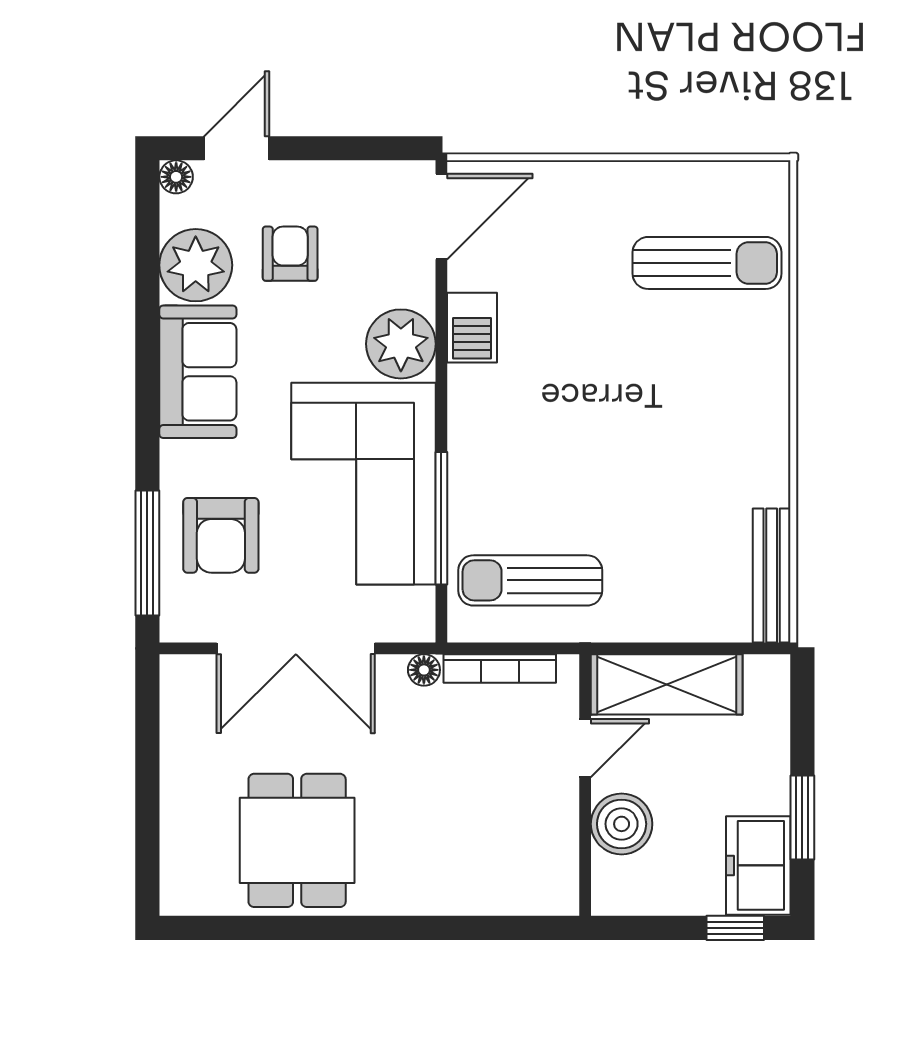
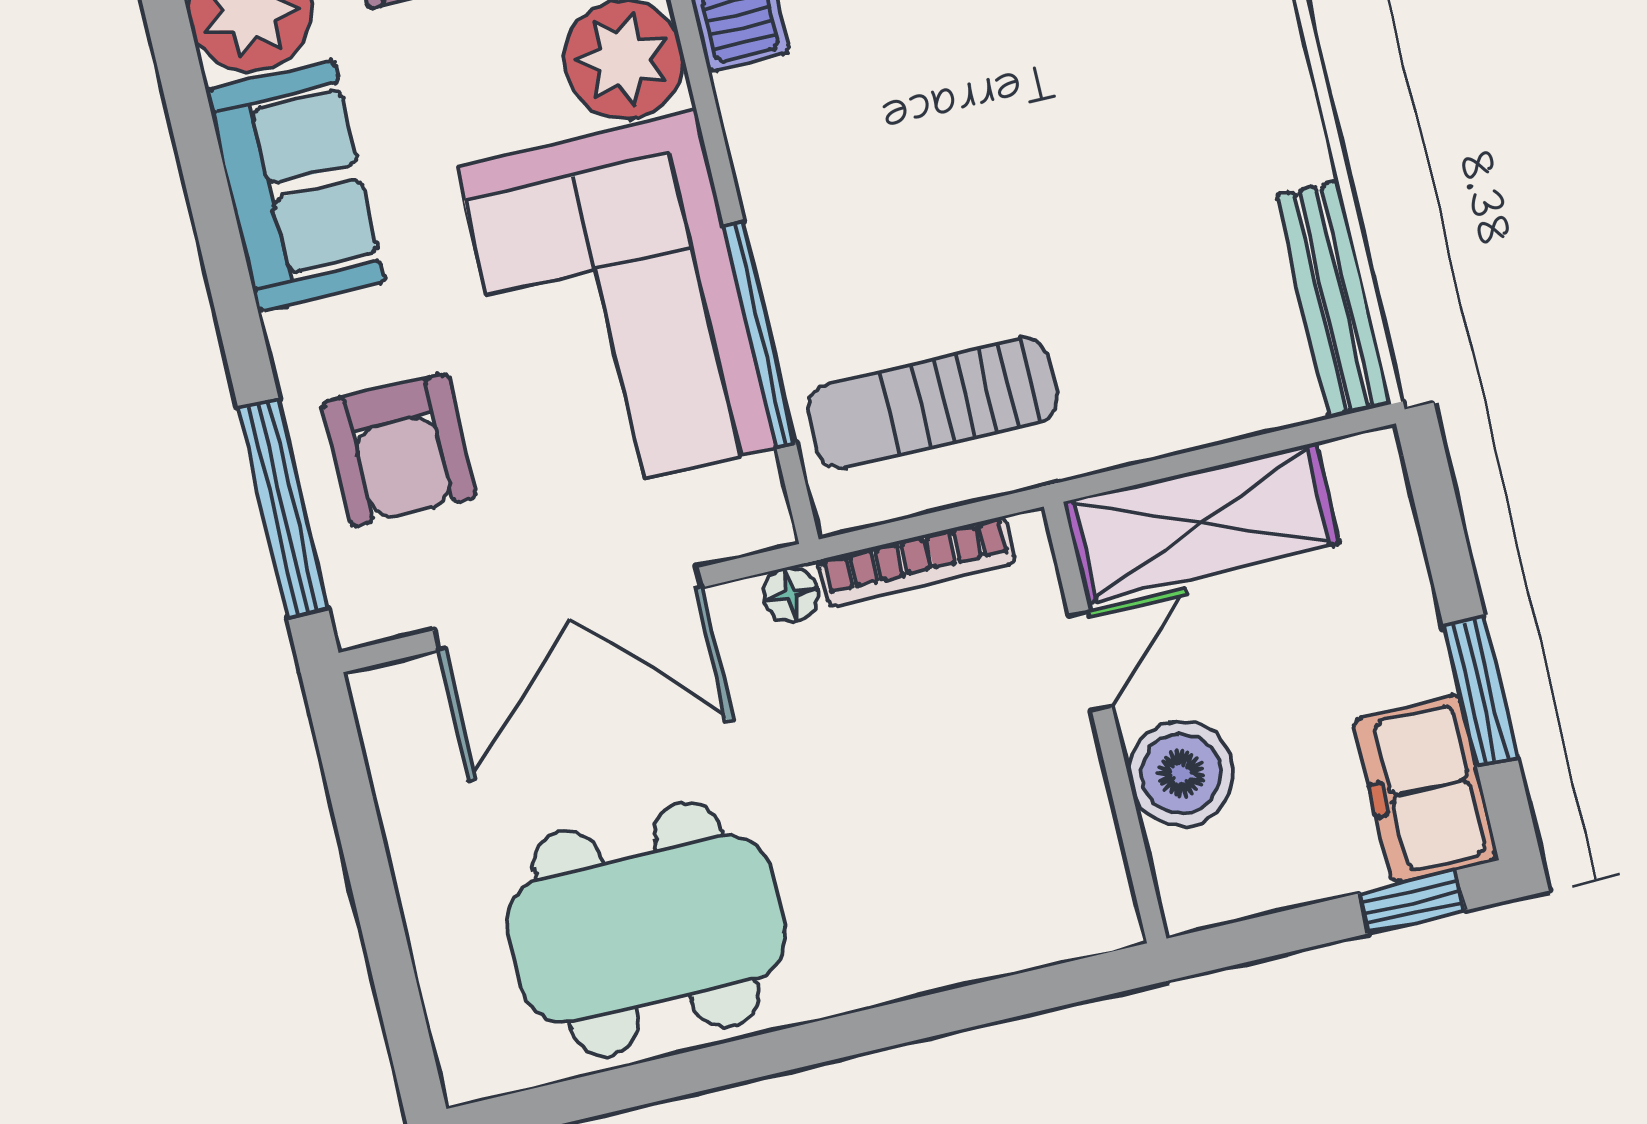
dining table: (297, 840) -> (646, 929), width x1.38

